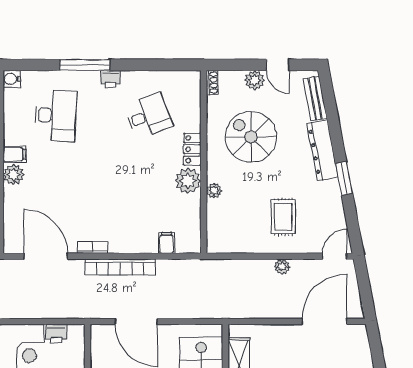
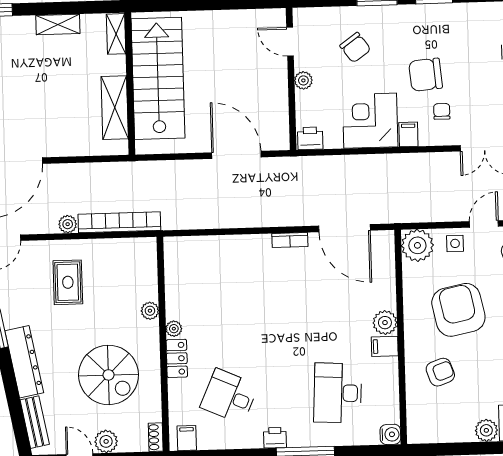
desk: (148, 116) -> (229, 396), turned 45
plant: (188, 181) -> (174, 329), width x0.53, depth x0.53
filing cabinet: (167, 243) -> (187, 438), moved, turned 180
bookcase: (120, 267) -> (119, 222), moved
printer: (56, 334) -> (310, 138), moved

